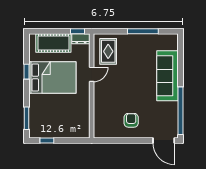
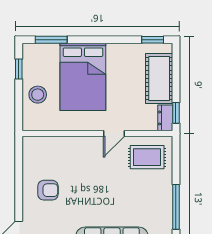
window: (27, 72) -> (153, 40), moved
door: (92, 74) -> (114, 133), hinge flipped
bed: (52, 78) -> (83, 77), moved
stool: (65, 127) -> (38, 95), added

